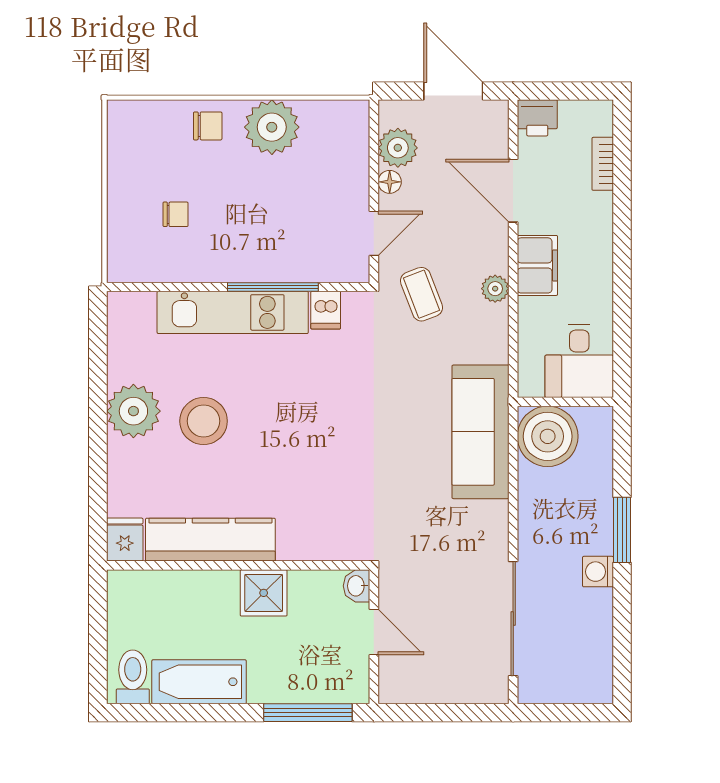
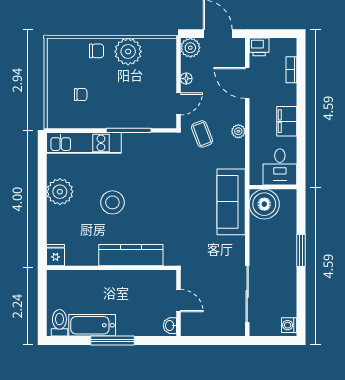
plant: (398, 148) -> (190, 48), moved
filing cabinet: (537, 265) -> (287, 121), moved, turned 180
dishwasher: (326, 310) -> (155, 142), removed
kitchen unit: (233, 312) -> (84, 143), moved
stool: (204, 421) -> (112, 202), moved
kitchen counter: (210, 540) -> (131, 255), moved
washing machine: (598, 572) -> (289, 325), moved
washbasin: (357, 586) -> (170, 326), moved
shower: (264, 593) -> (124, 281), removed
window: (308, 713) -> (113, 340), moved

